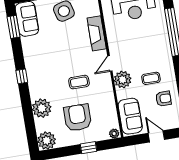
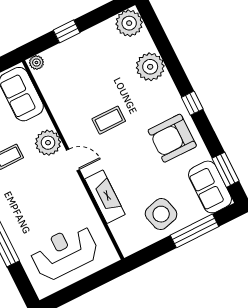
door: (110, 63) -> (73, 160), hinge flipped
armchair: (78, 118) -> (172, 138), moved, turned 90

